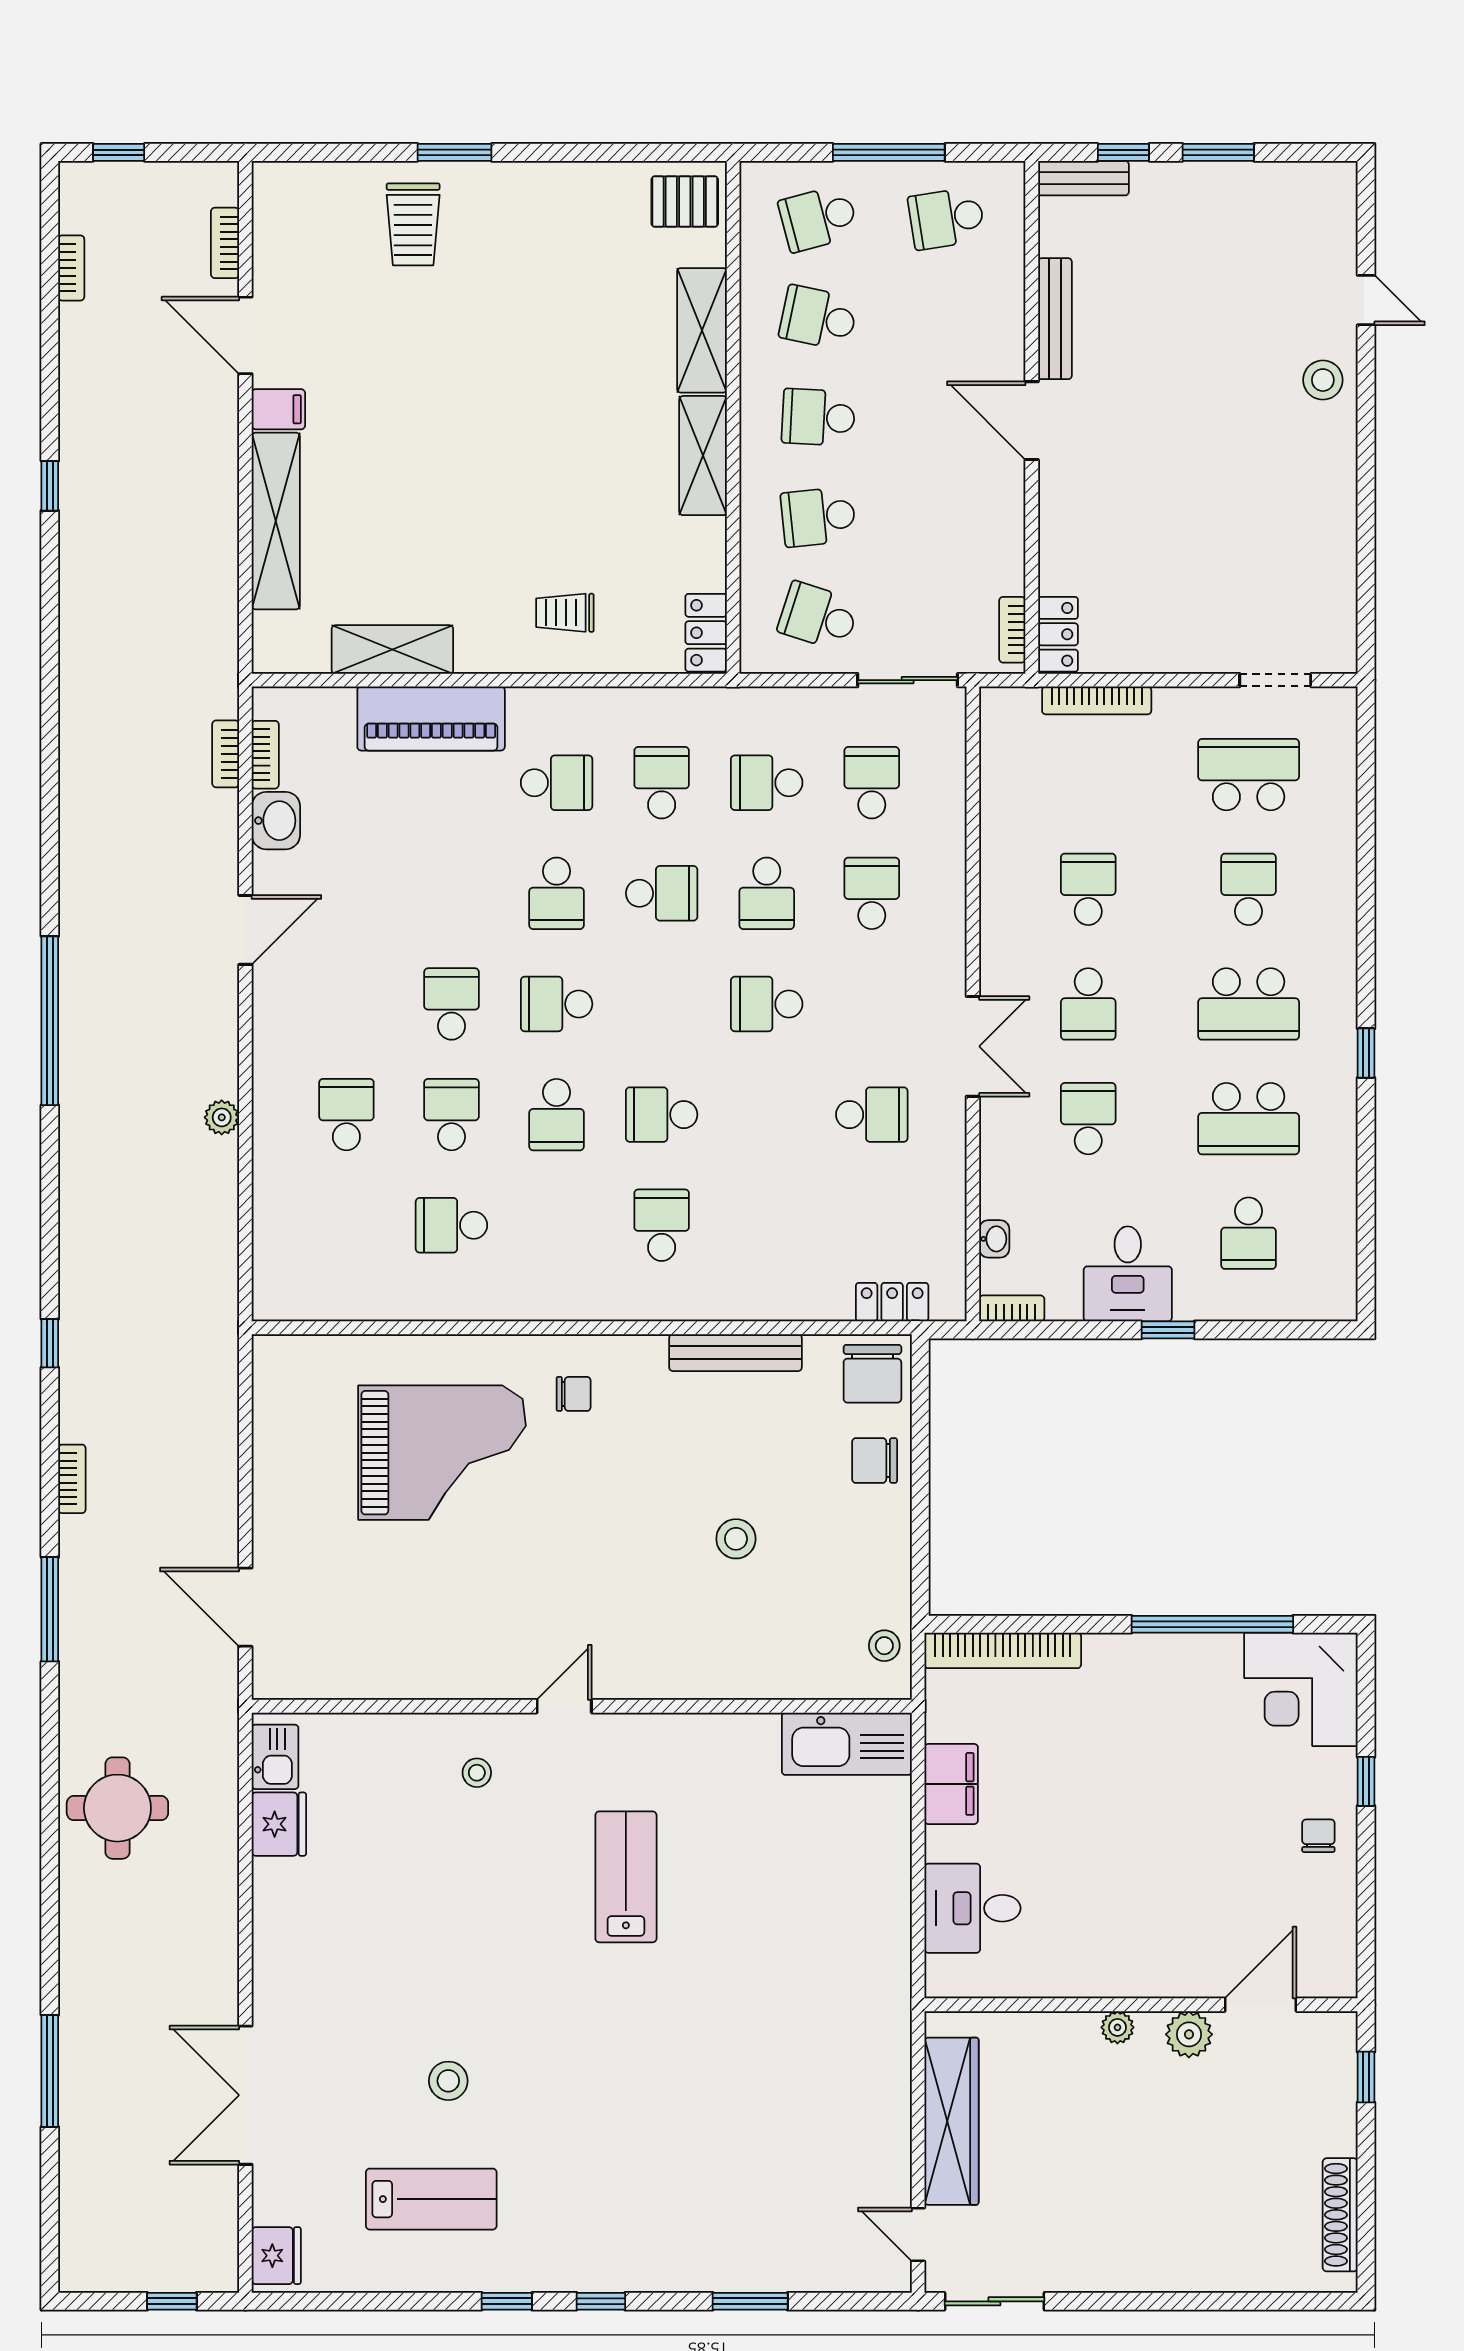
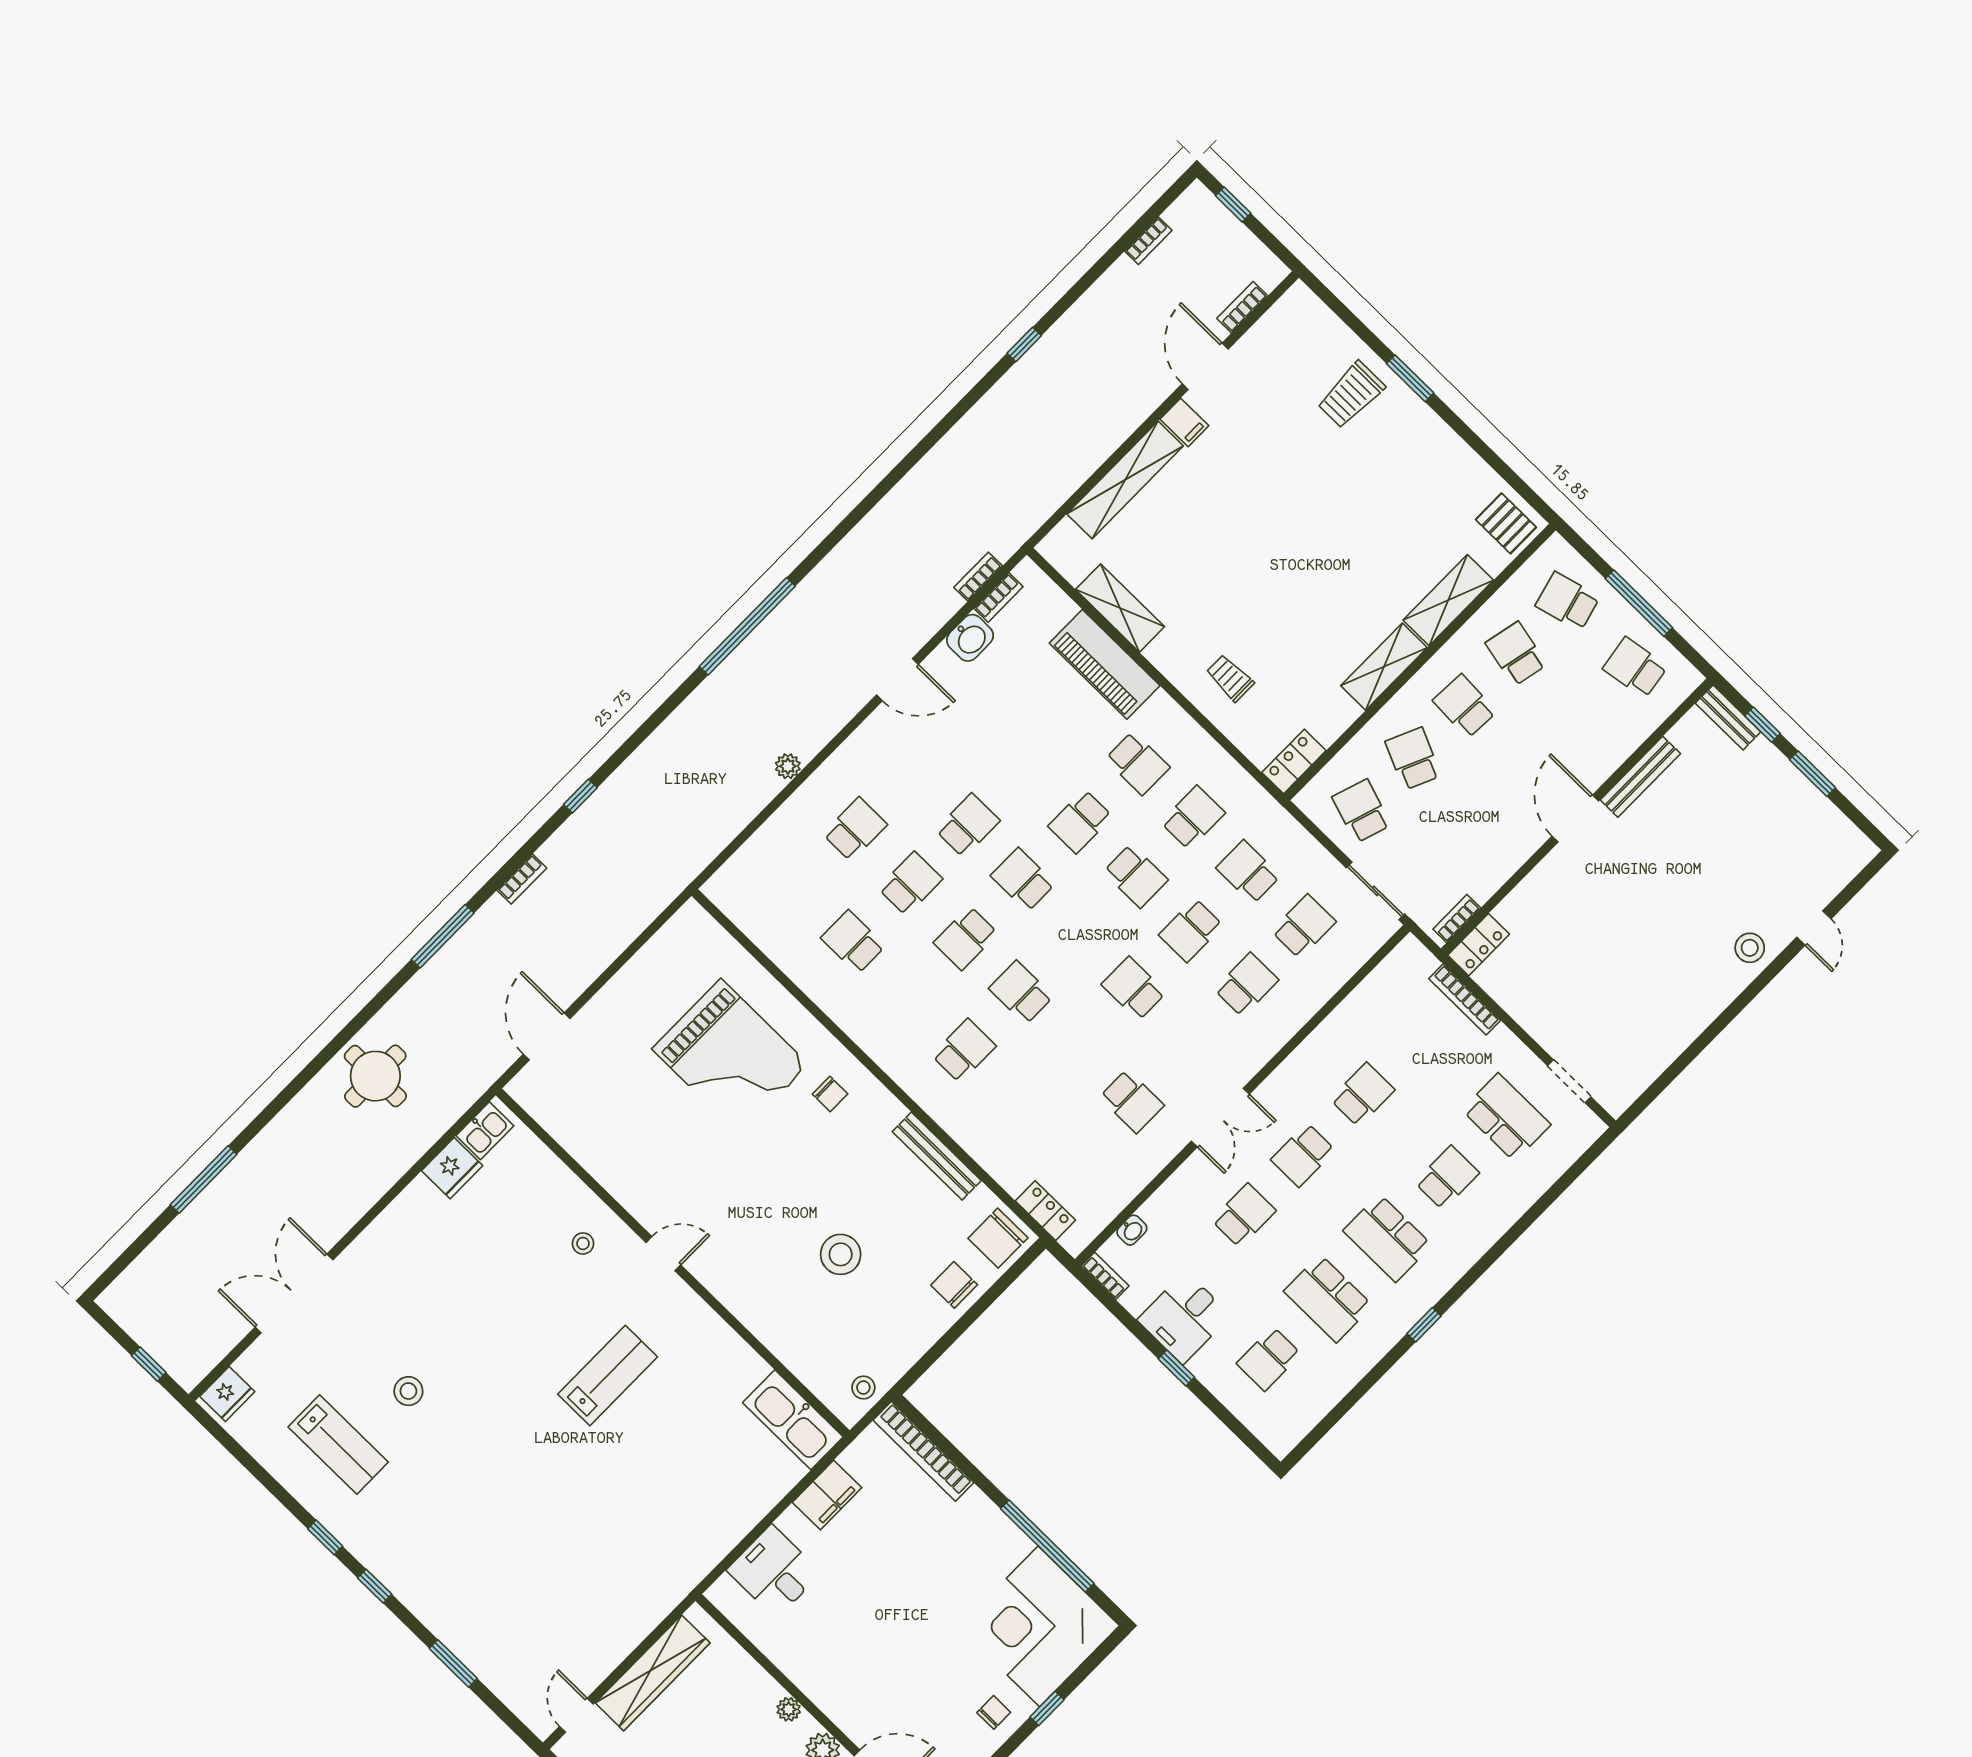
school desk: (818, 517) -> (1413, 759), turned 30
stool: (736, 1539) -> (841, 1254), width x1.38, depth x1.38
corner desk: (1301, 1689) -> (1039, 1626), width x1.36, depth x1.36

